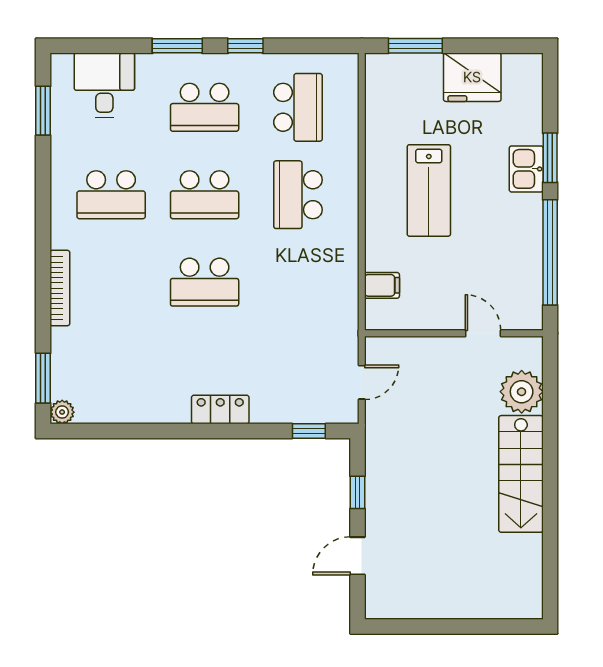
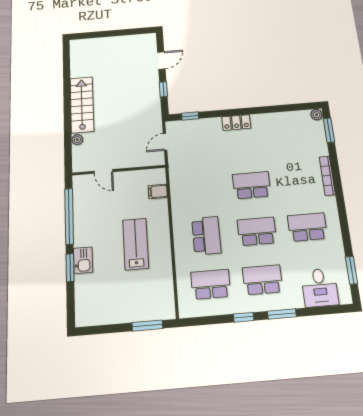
fridge: (472, 77) -> (115, 310), removed
school desk: (298, 107) -> (211, 284), turned 90
plant: (522, 392) -> (77, 140), width x0.53, depth x0.53

